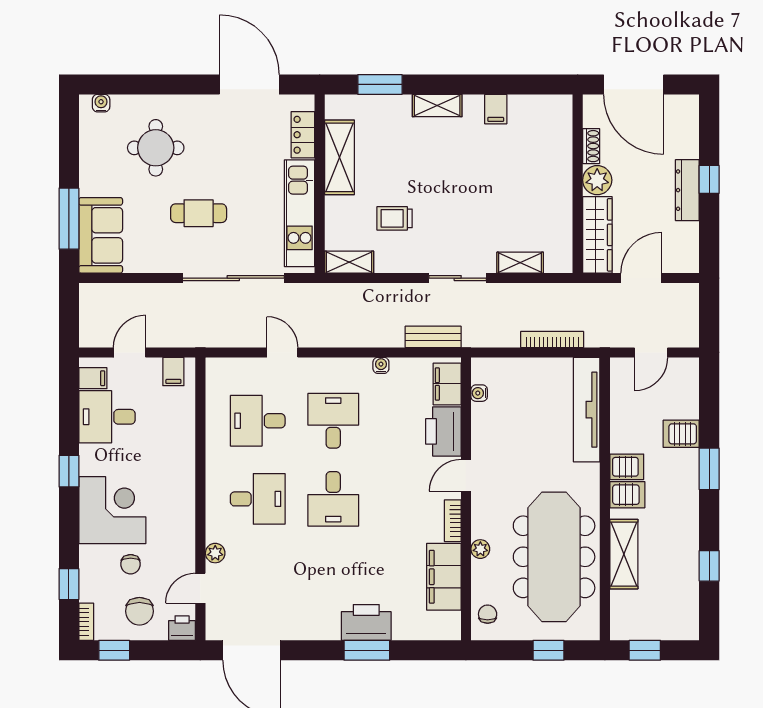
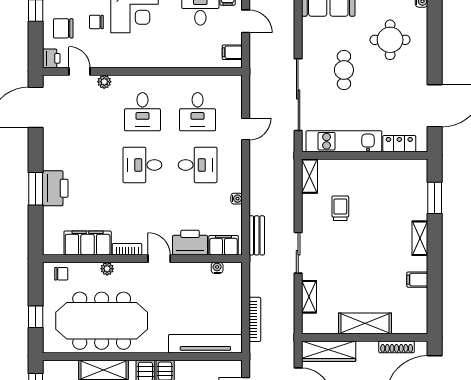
shoe rack: (591, 146) -> (397, 347), width x1.43
shelving: (339, 157) -> (365, 323), moved
plant: (597, 180) -> (367, 351), removed
desk: (258, 421) -> (198, 112), turned 180

